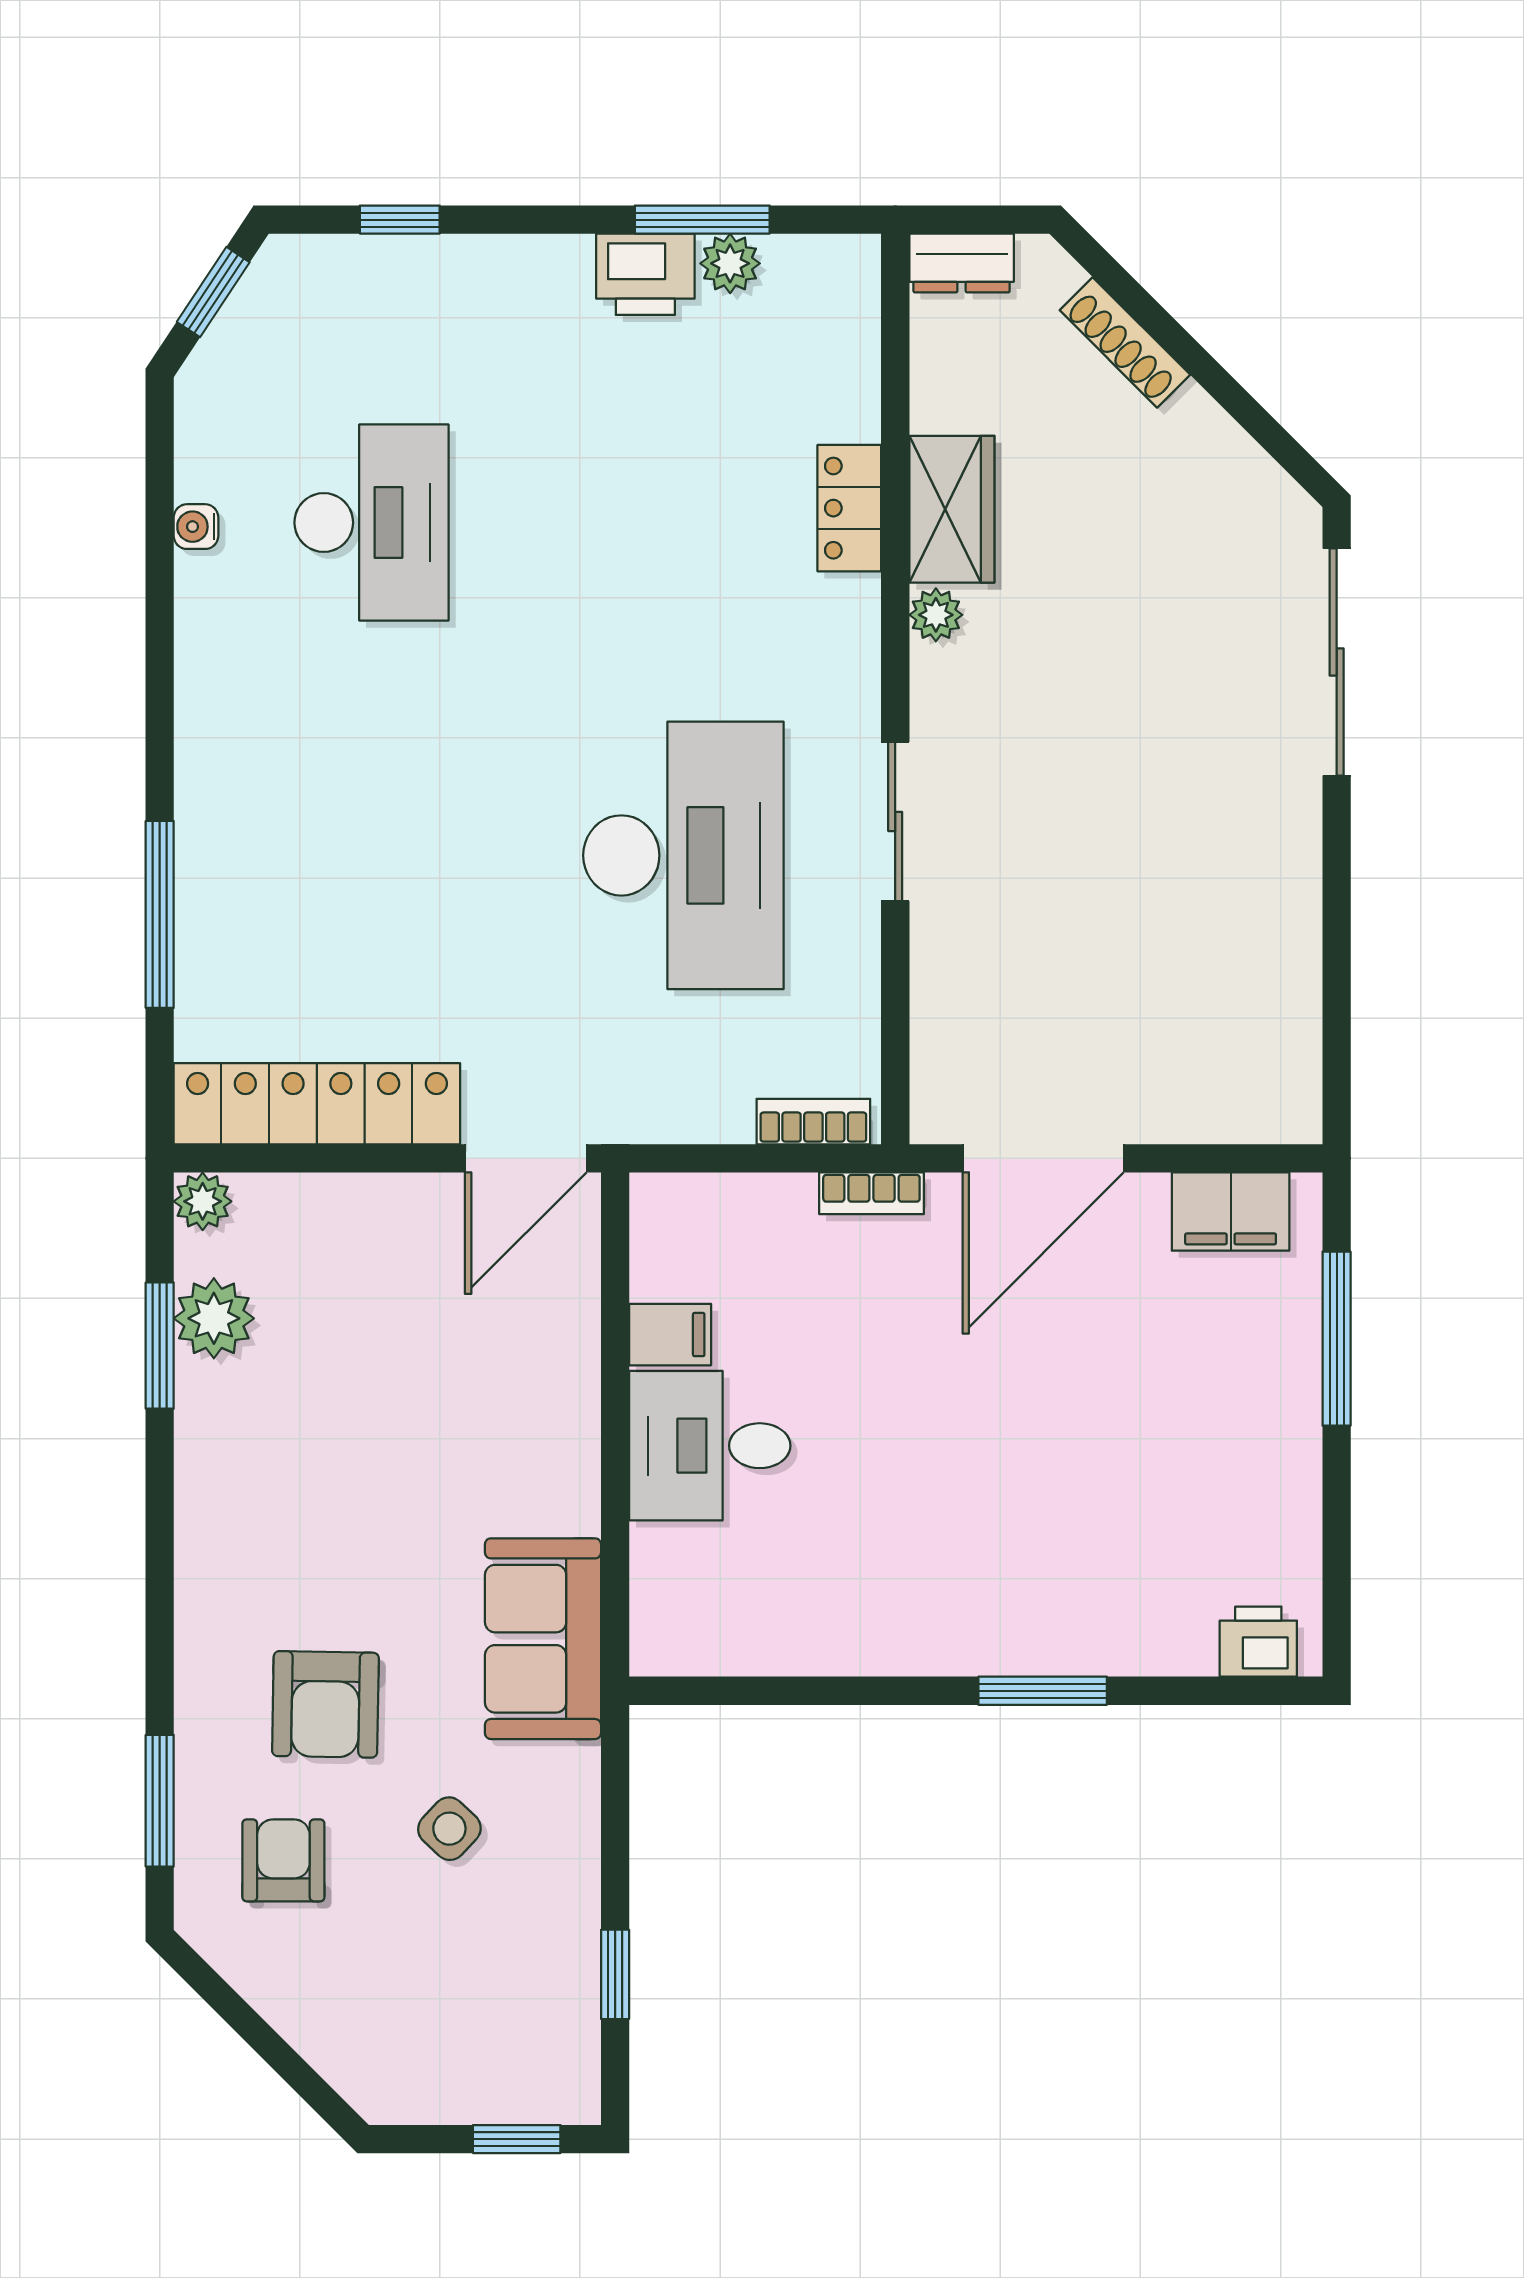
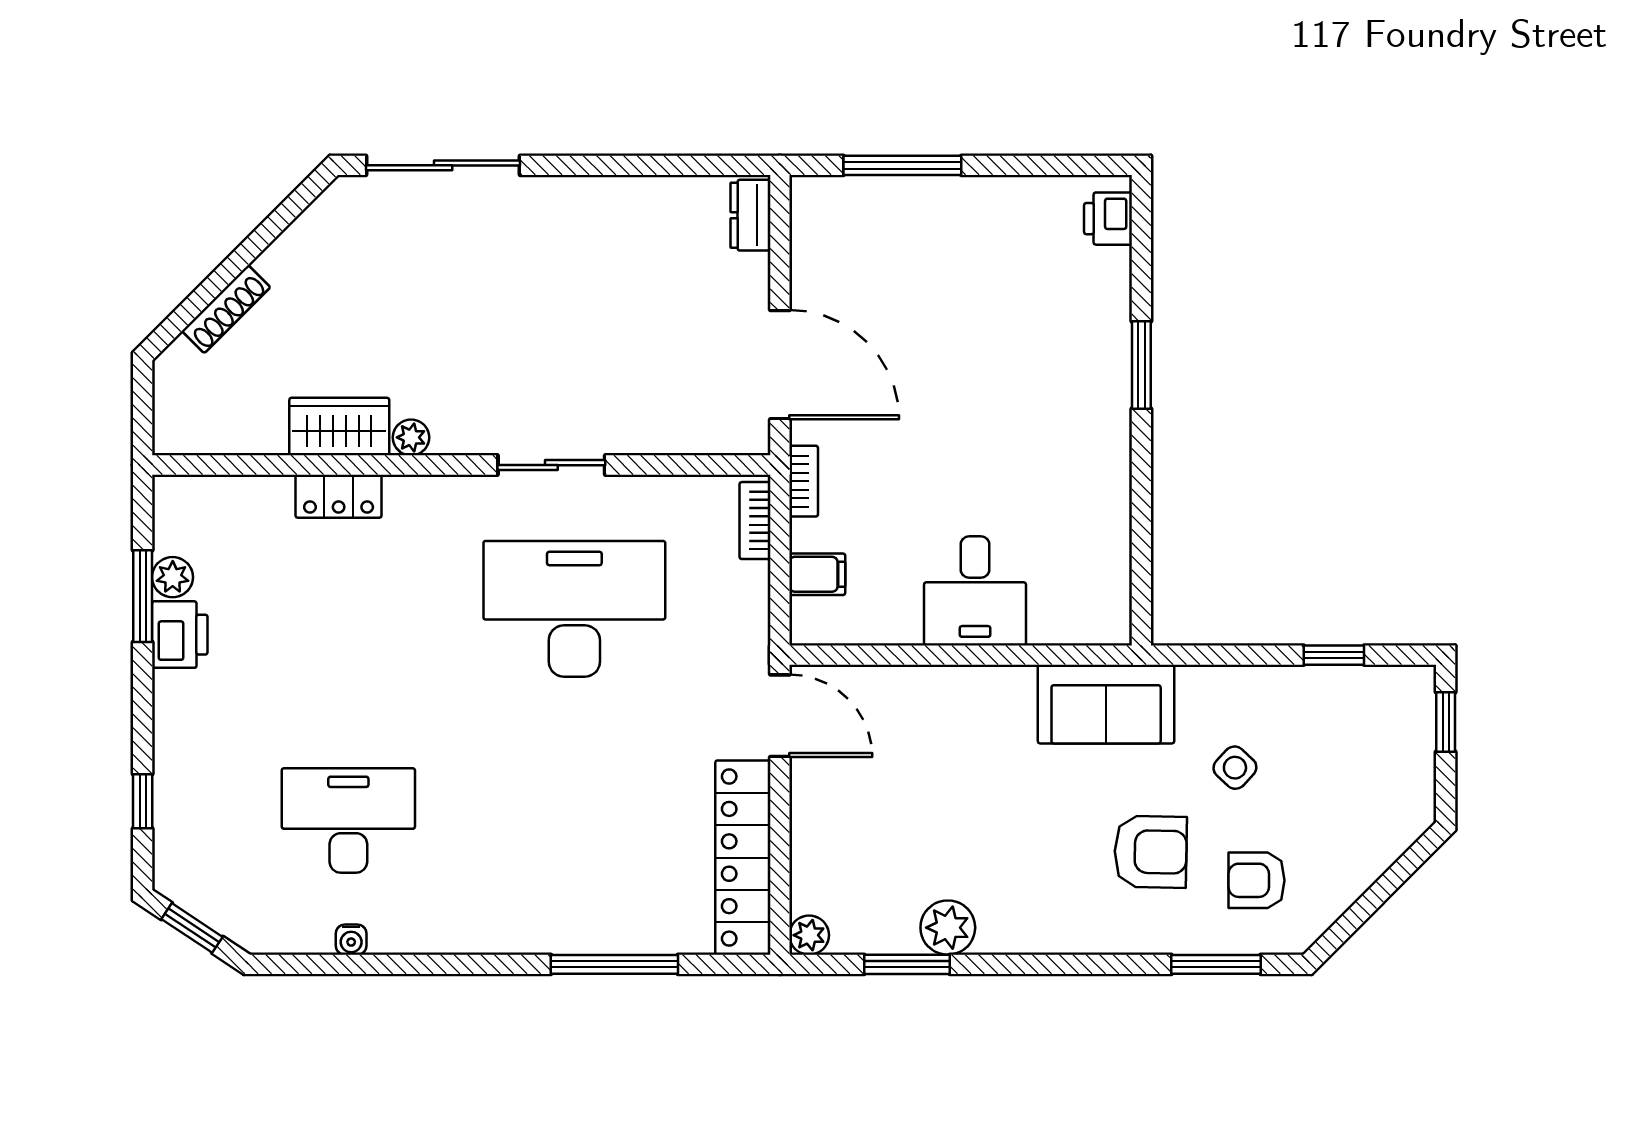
dresser: (962, 263) -> (750, 215), moved, turned 180
filing cabinet: (1231, 1212) -> (816, 237), removed
plant: (214, 1318) -> (948, 928), moved
filing cabinet: (670, 1335) -> (817, 574), moved, turned 90

